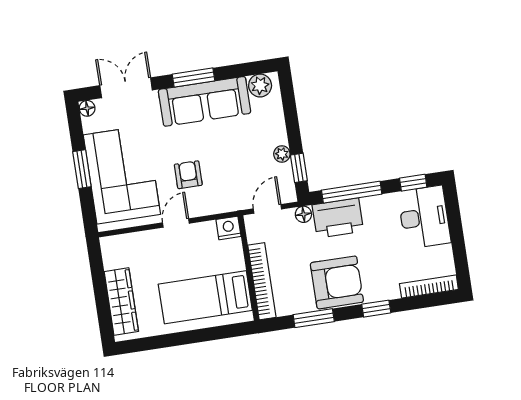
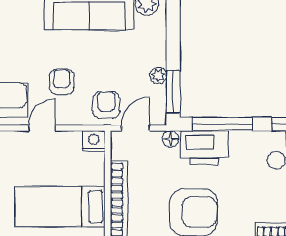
window: (299, 168) -> (173, 92), width x1.50
armchair: (235, 191) -> (106, 105), added

